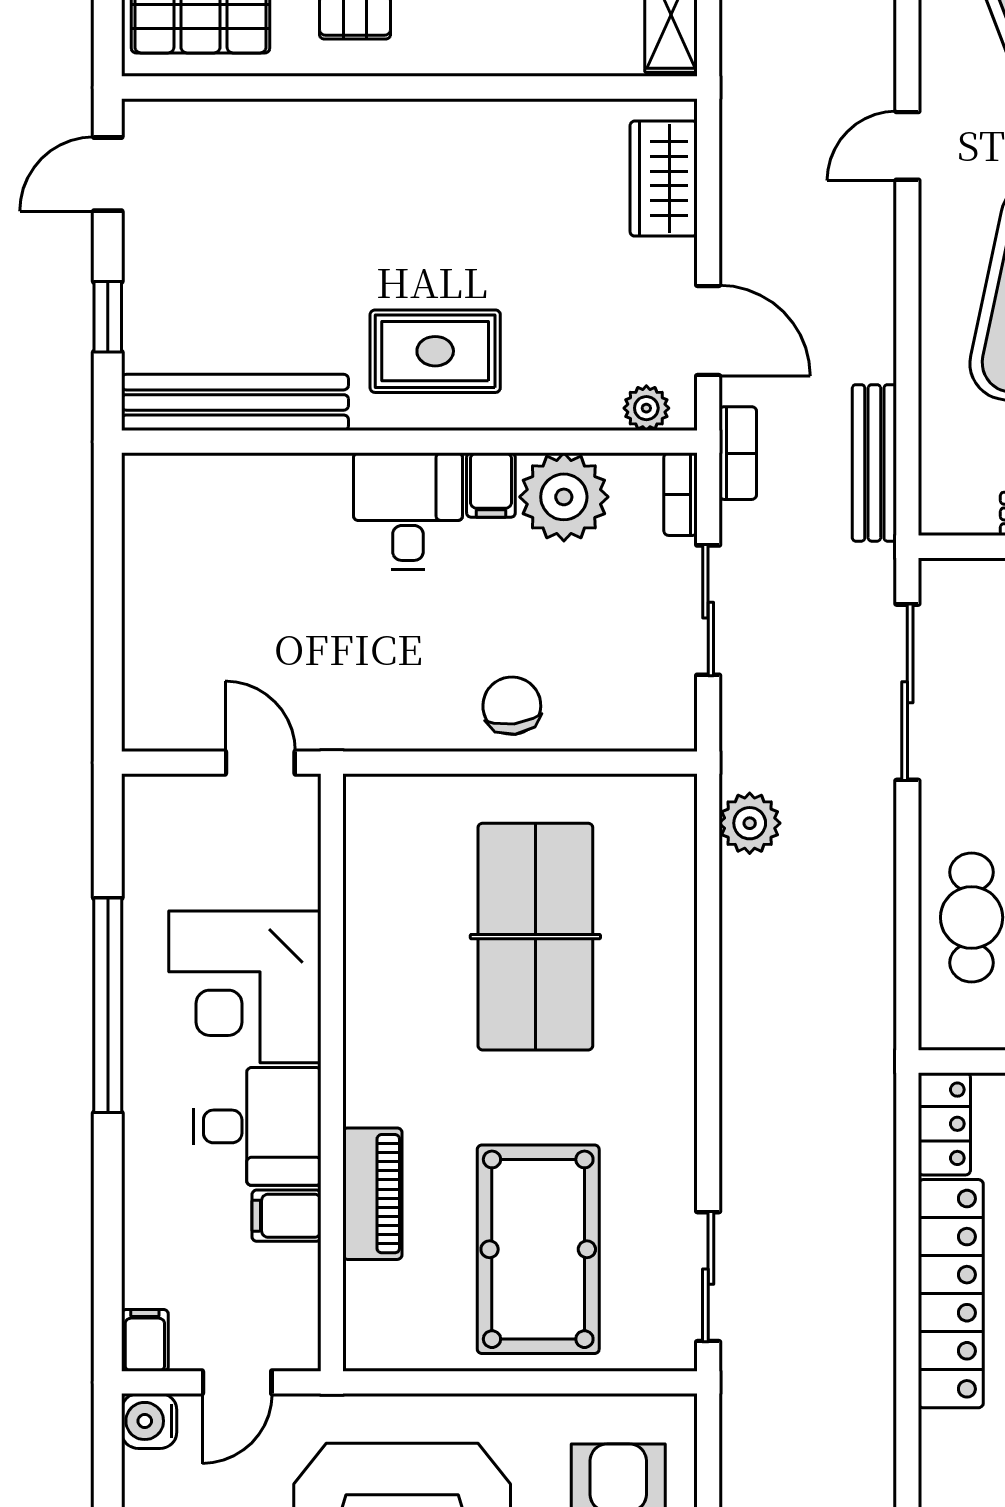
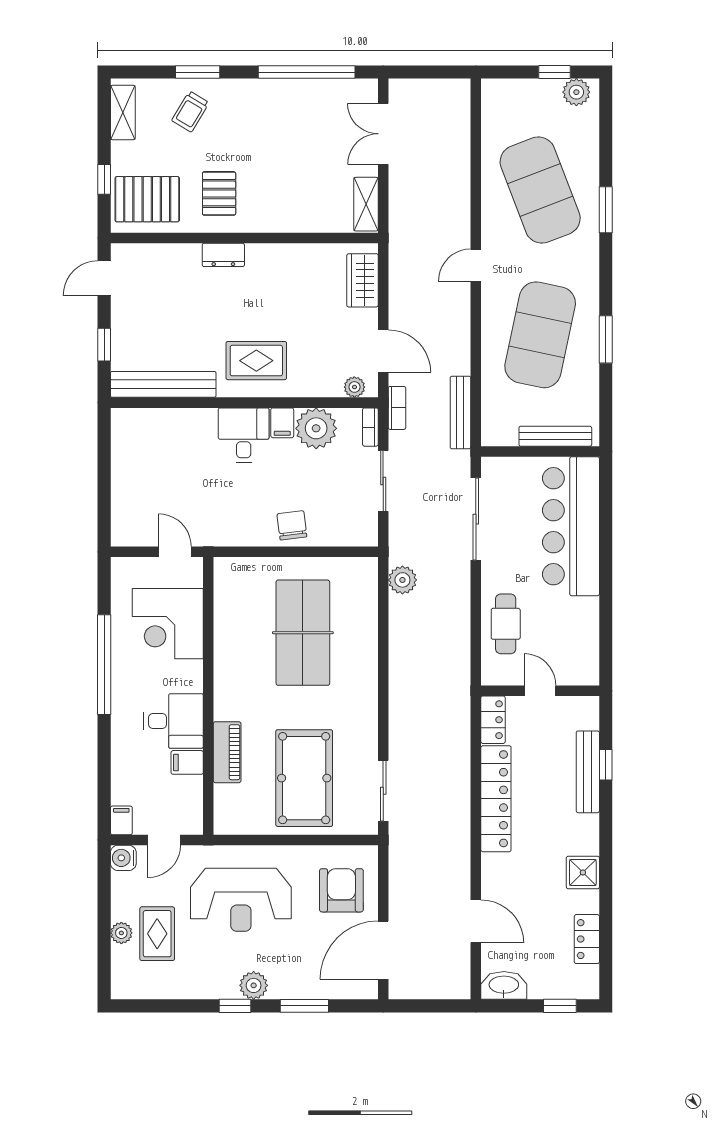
dresser: (364, 124) -> (223, 255), added
corner desk: (245, 987) -> (168, 624), moved

